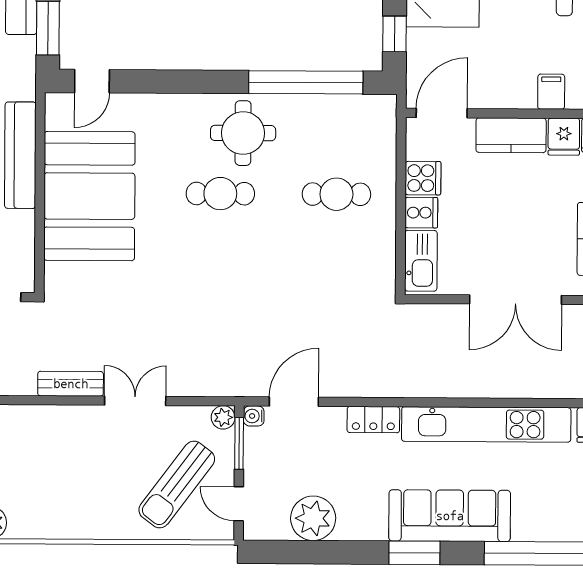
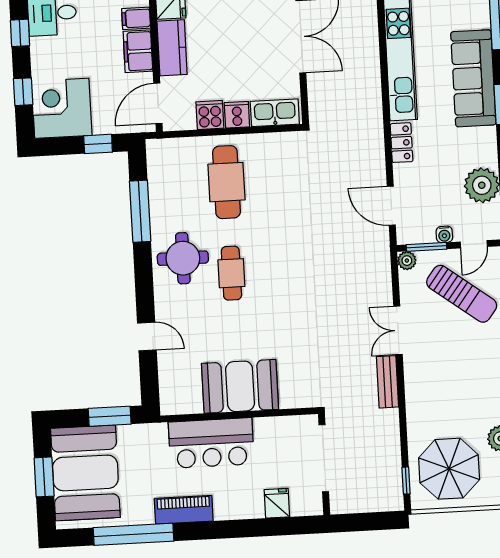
door: (92, 81) -> (147, 336), moved
window: (306, 82) -> (140, 211), width x0.68
filing cabinet: (509, 92) -> (138, 51), added
door: (442, 113) -> (158, 103), hinge flipped
cafe table: (336, 194) -> (226, 182), width x1.37, depth x1.35
booth: (89, 196) -> (240, 386), width x0.73, depth x0.70
water cooler: (254, 416) -> (444, 234), moved

